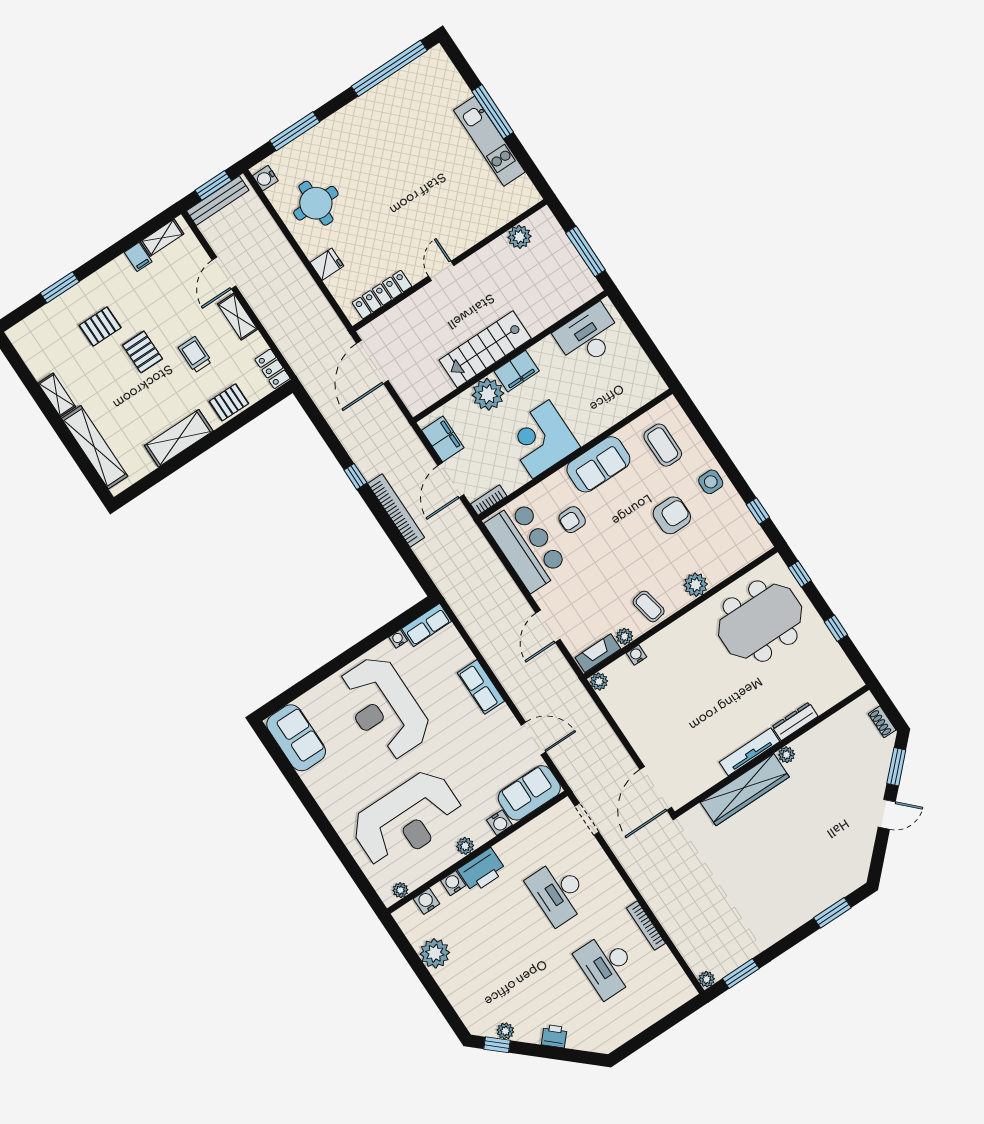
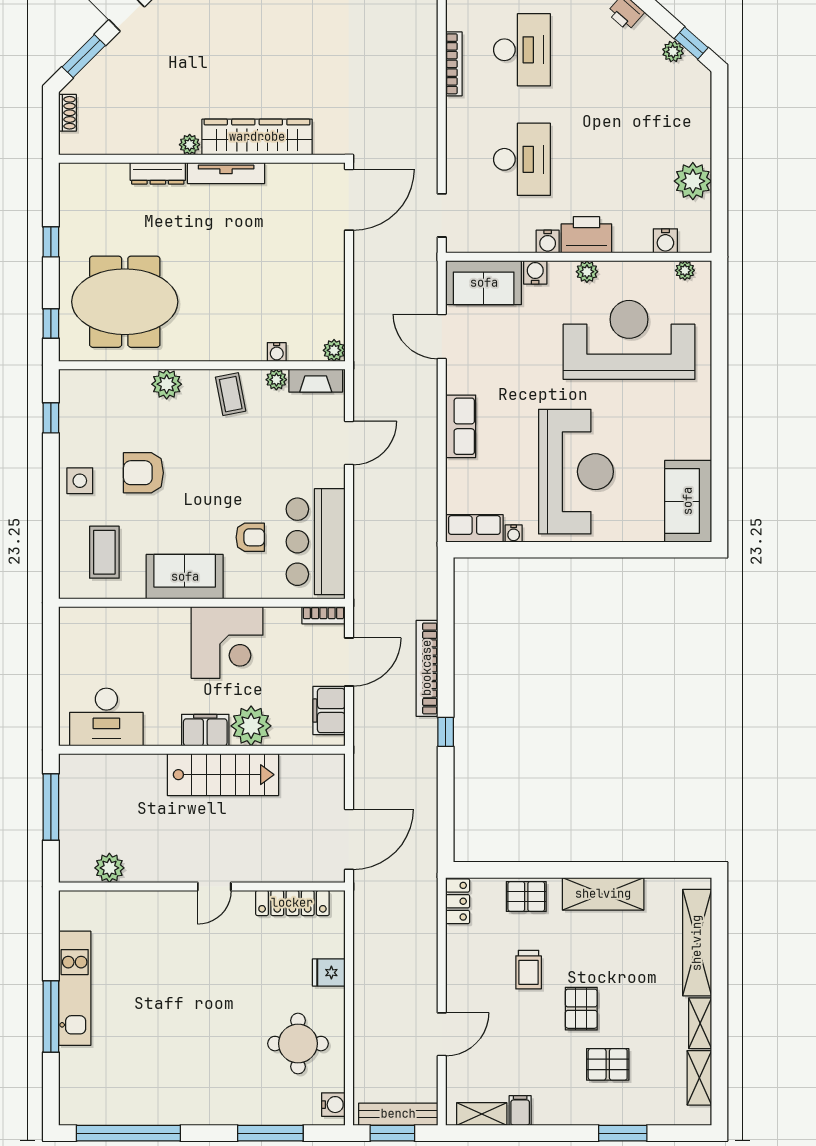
shelving: (237, 317) -> (699, 1078), moved
water cooler: (453, 883) -> (548, 241), moved

